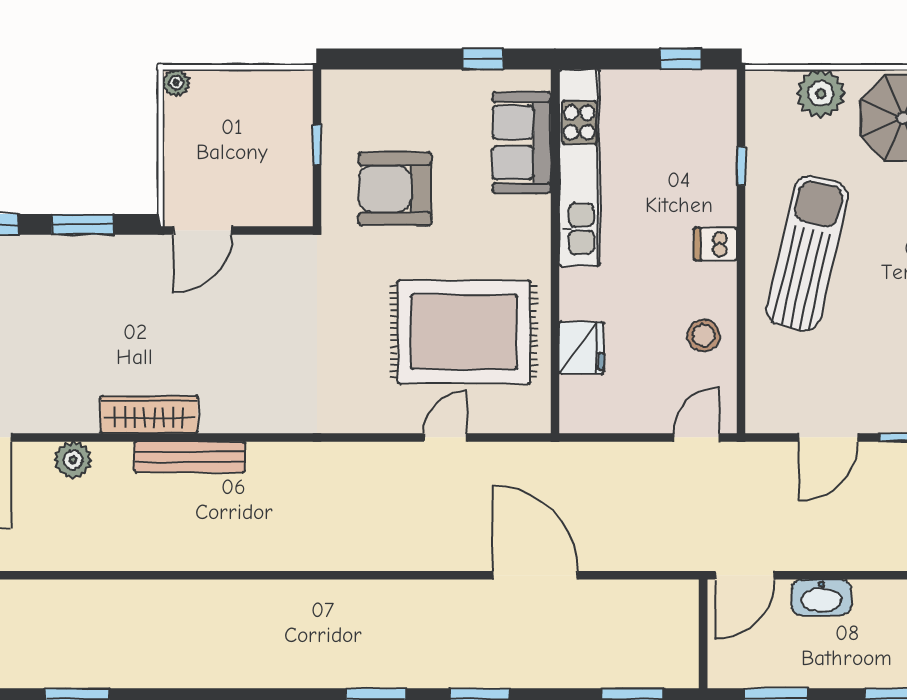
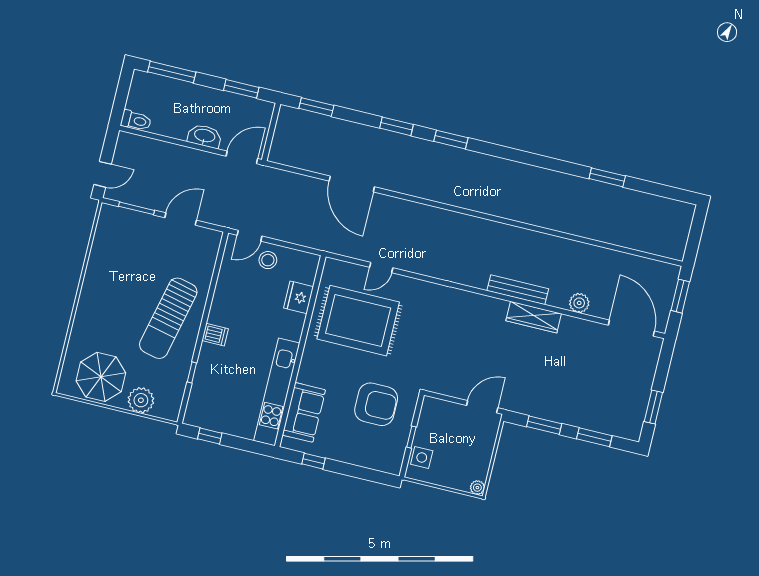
side table: (290, 113) -> (422, 457), added
stool: (704, 335) -> (268, 260), moved

